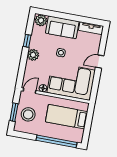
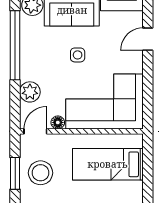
window: (27, 41) -> (15, 45), width x3.17
plant: (33, 55) -> (30, 92), moved
door: (100, 62) -> (148, 39), moved

